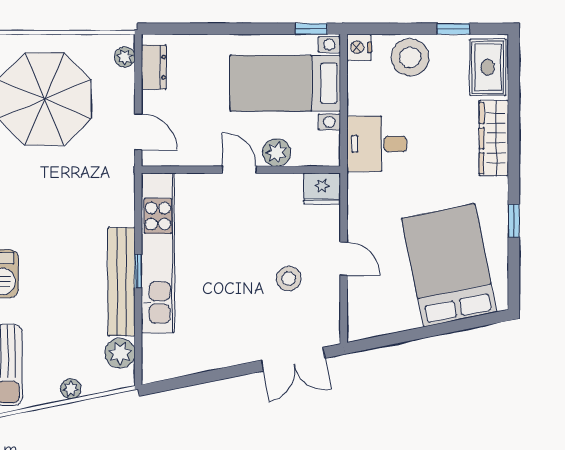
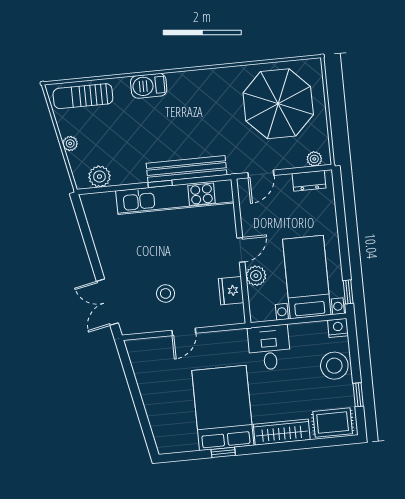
fridge: (322, 189) -> (231, 291), moved
bed: (449, 265) -> (223, 408), moved, turned -78
bench: (121, 282) -> (187, 169), moved

